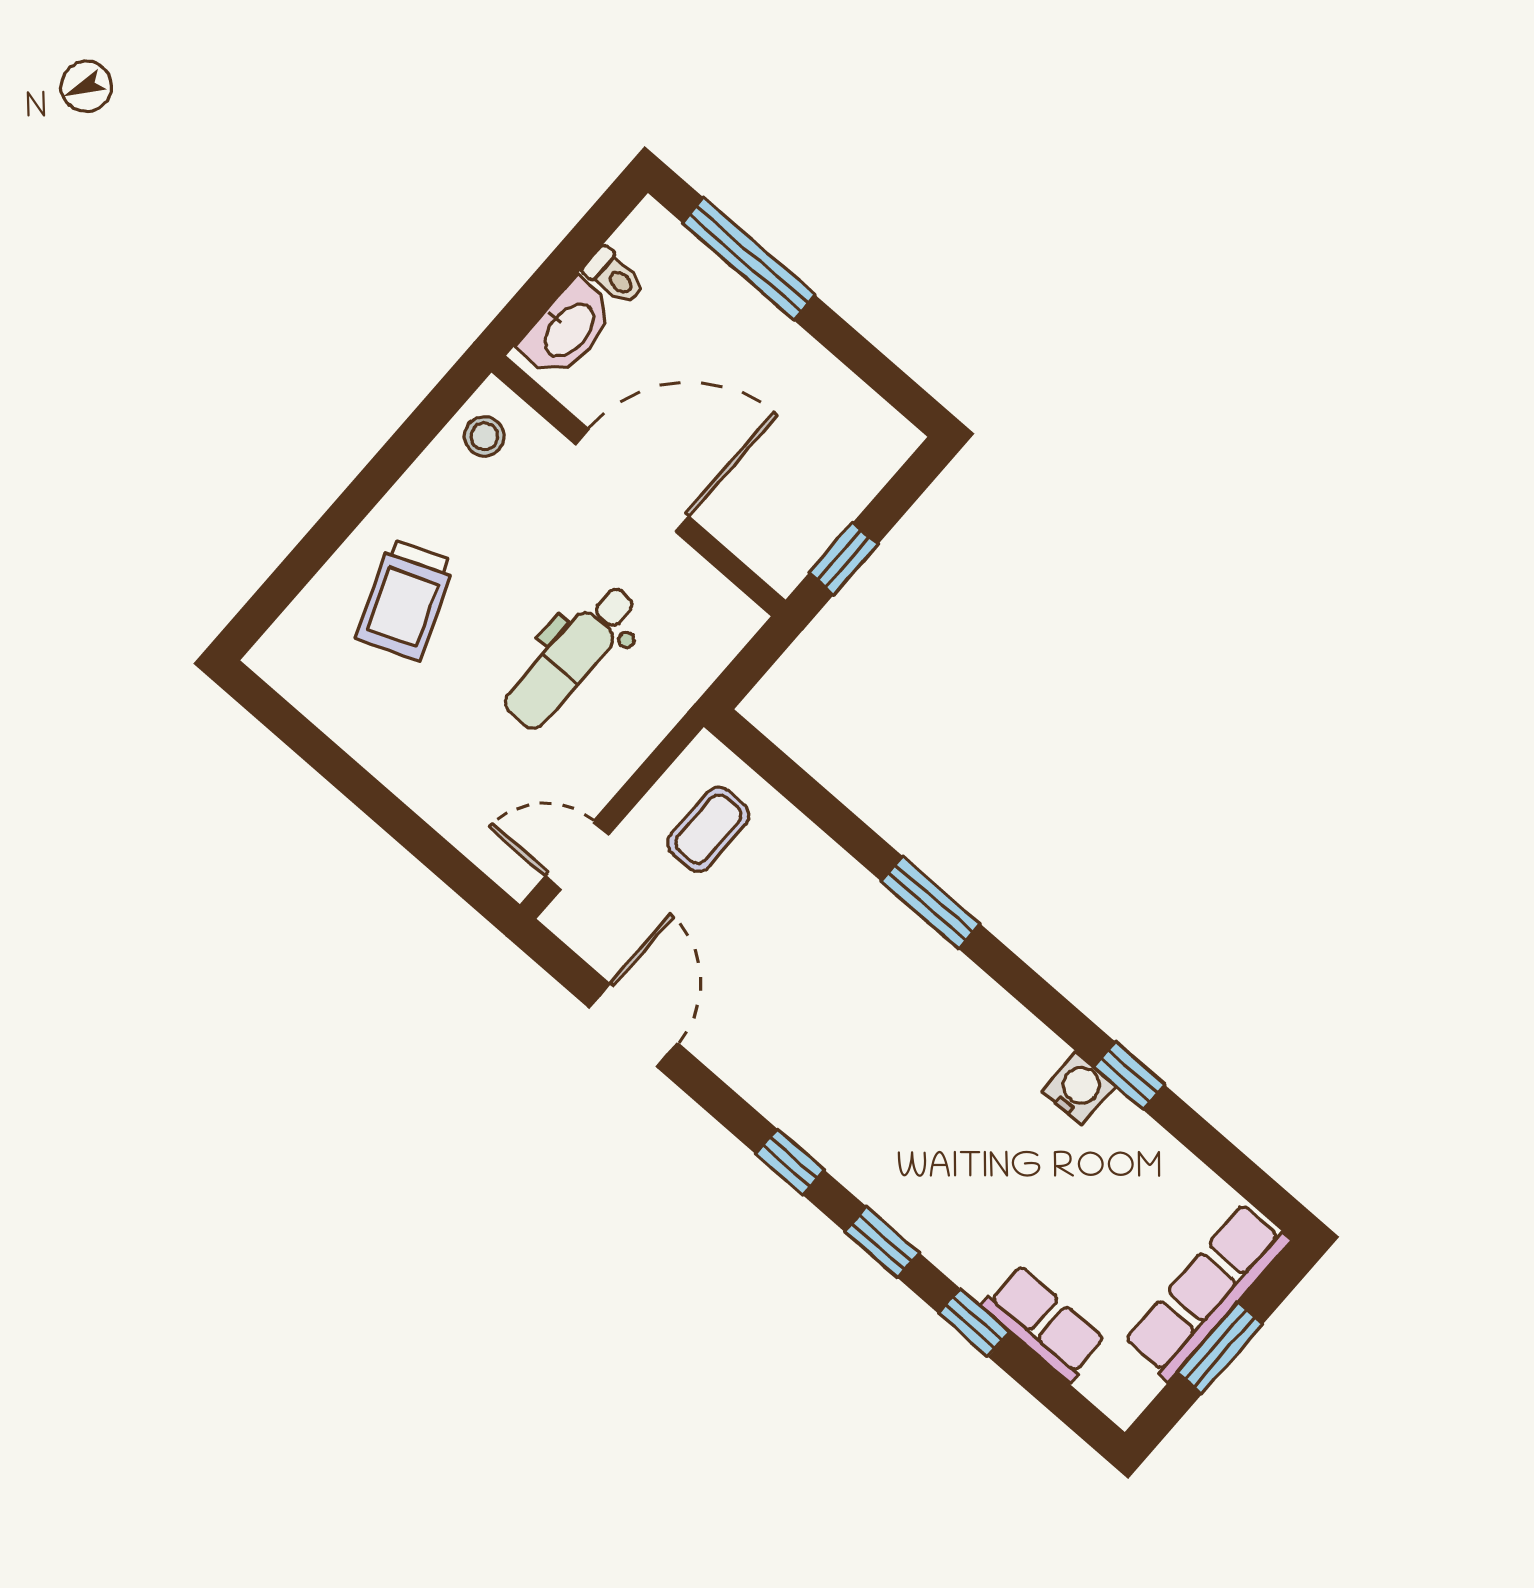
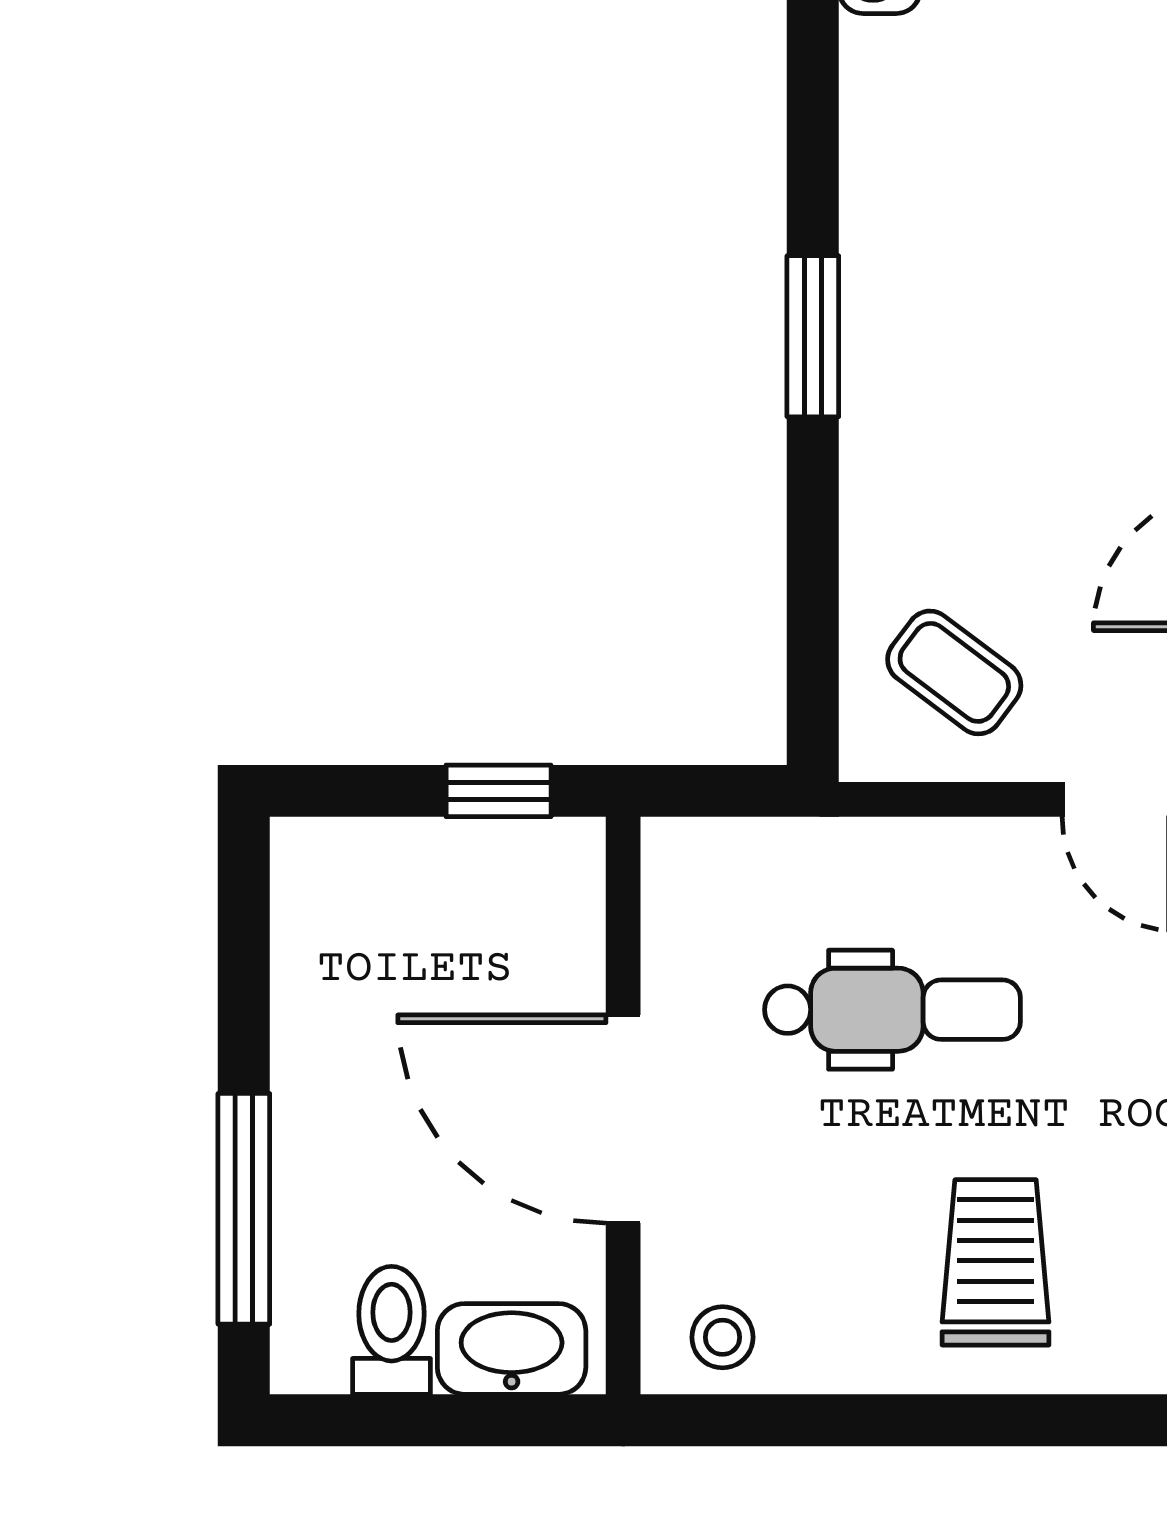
toilet: (614, 277) -> (392, 1330), width x1.37, depth x1.39
trolley: (405, 600) -> (996, 1262), turned -68
coffee table: (708, 829) -> (954, 672), turned 37

